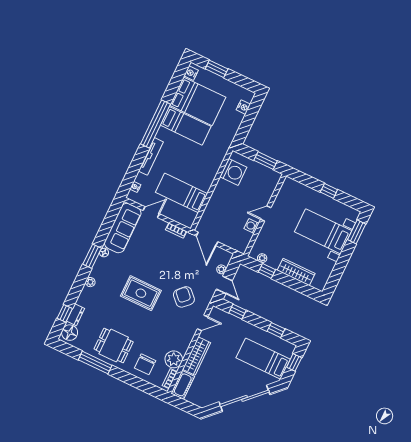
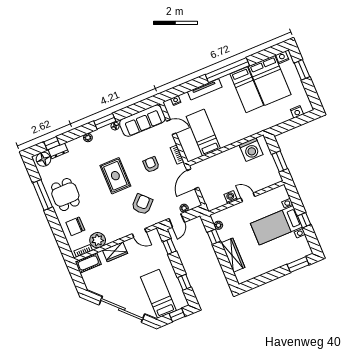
bed with nightstands: (323, 231) -> (276, 225), moved, turned -90
armchair: (162, 258) -> (151, 165), added
wardrobe: (197, 356) -> (115, 252), width x0.67

